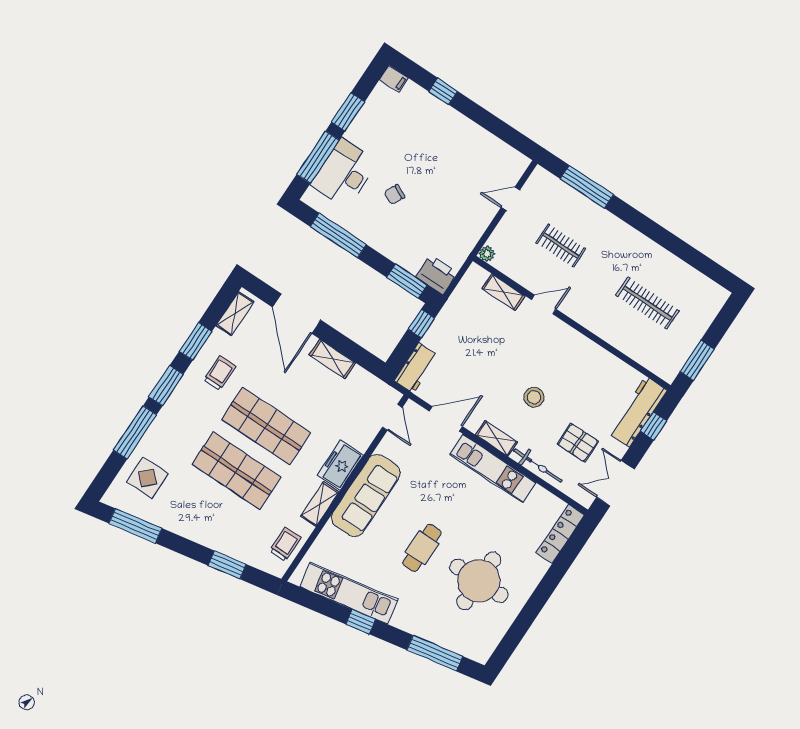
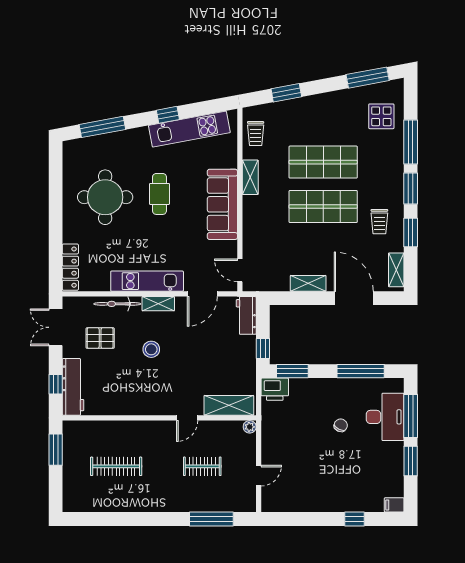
shelving: (503, 292) -> (229, 405), width x1.50, depth x1.33
freezer: (340, 465) -> (254, 214), removed
double door: (616, 483) -> (56, 327), swing flipped

